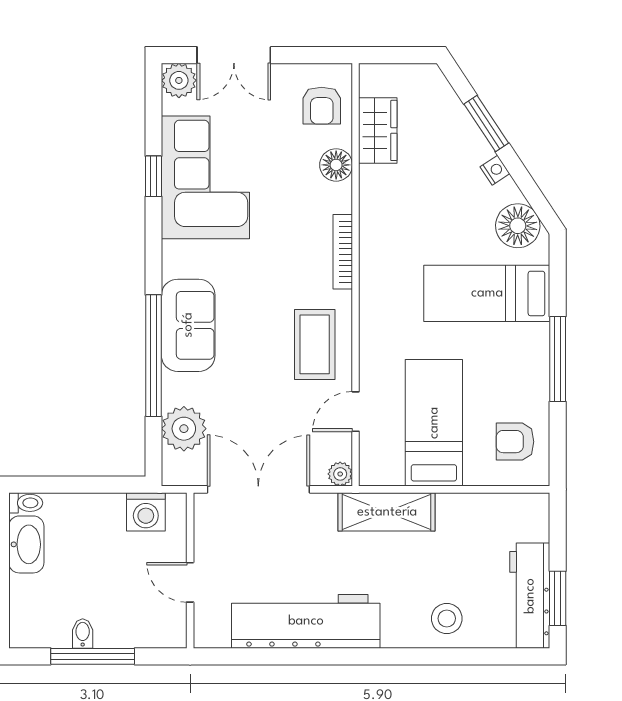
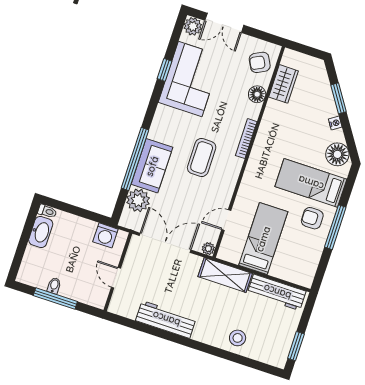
armchair: (322, 106) -> (260, 62), turned 62
sofa: (188, 325) -> (152, 166), moved
coffee table: (315, 344) -> (202, 158), moved
armchair: (515, 442) -> (312, 218), moved
workbench: (530, 596) -> (277, 292), moved, turned -90
workbench: (306, 621) -> (166, 319), width x0.73, depth x0.76

